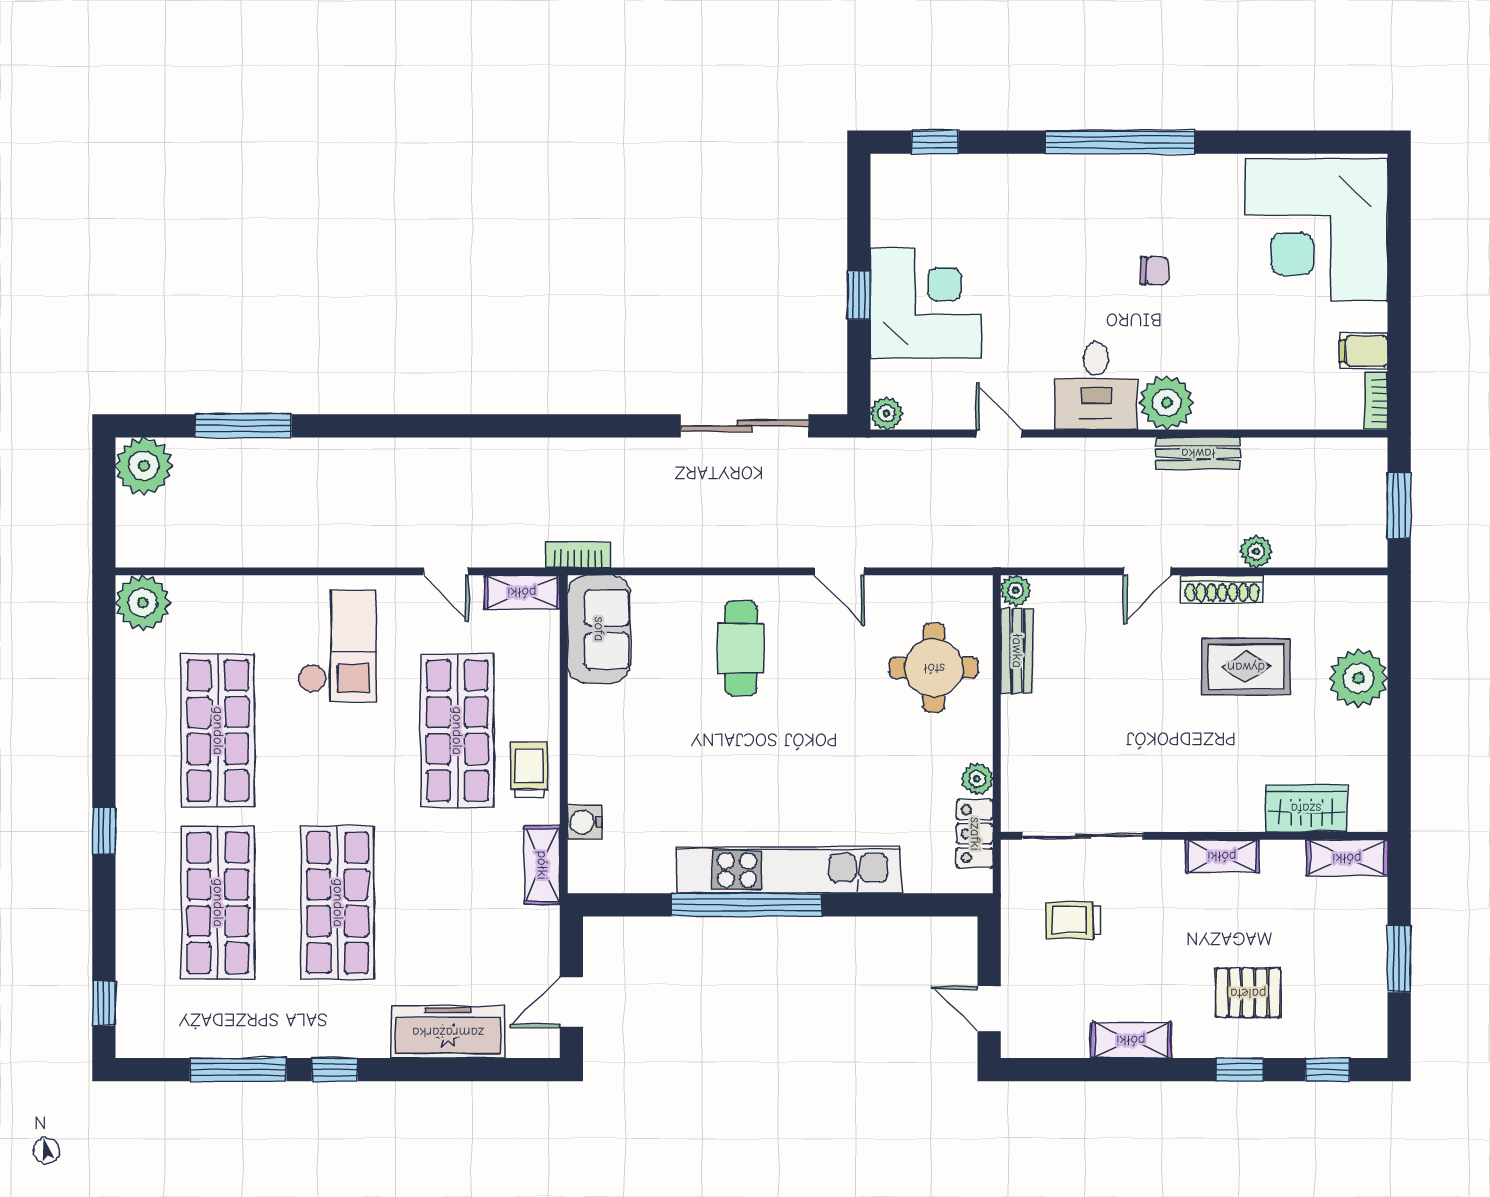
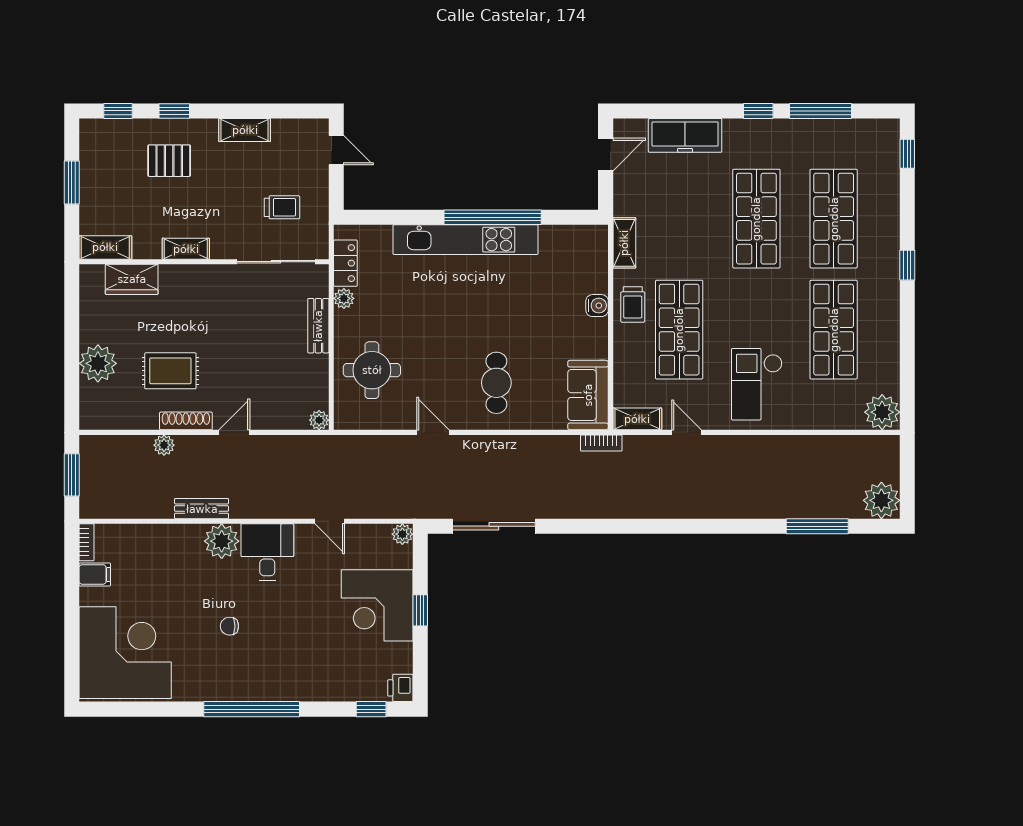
printer: (890, 175) -> (400, 688), added
bench: (1017, 651) -> (318, 326), moved
water cooler: (585, 822) -> (597, 306), moved

